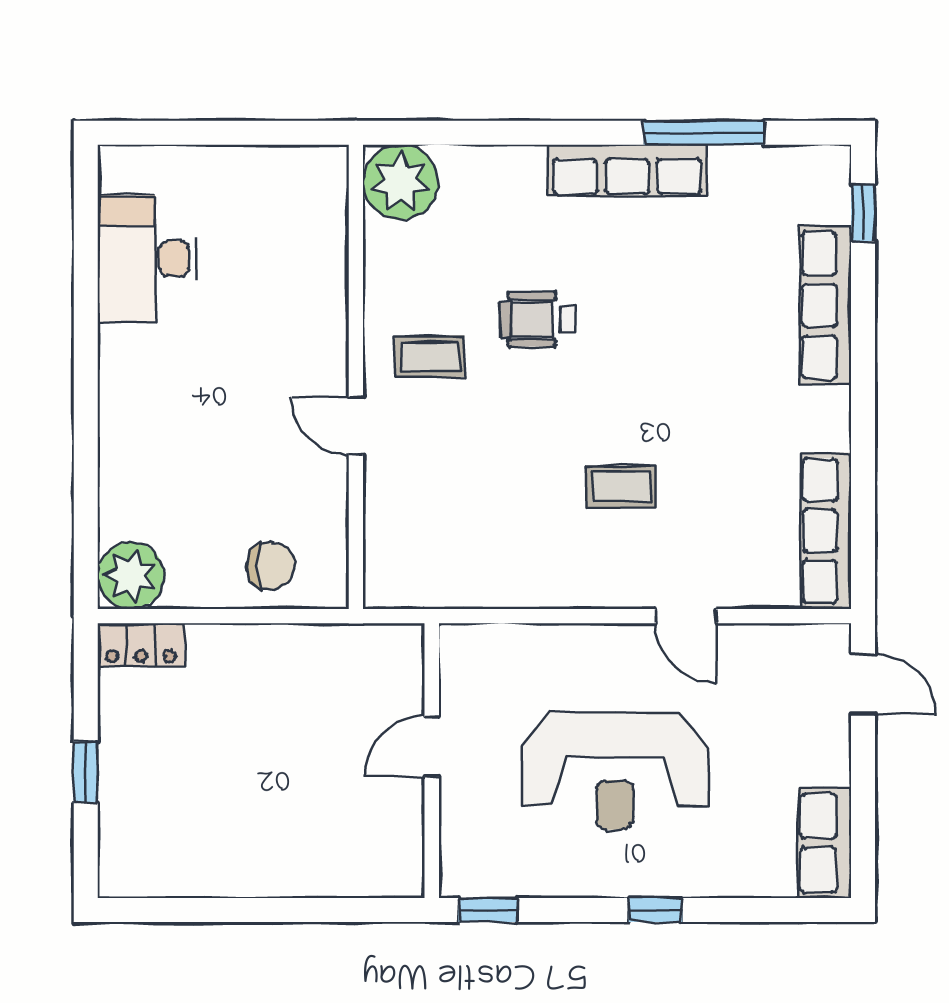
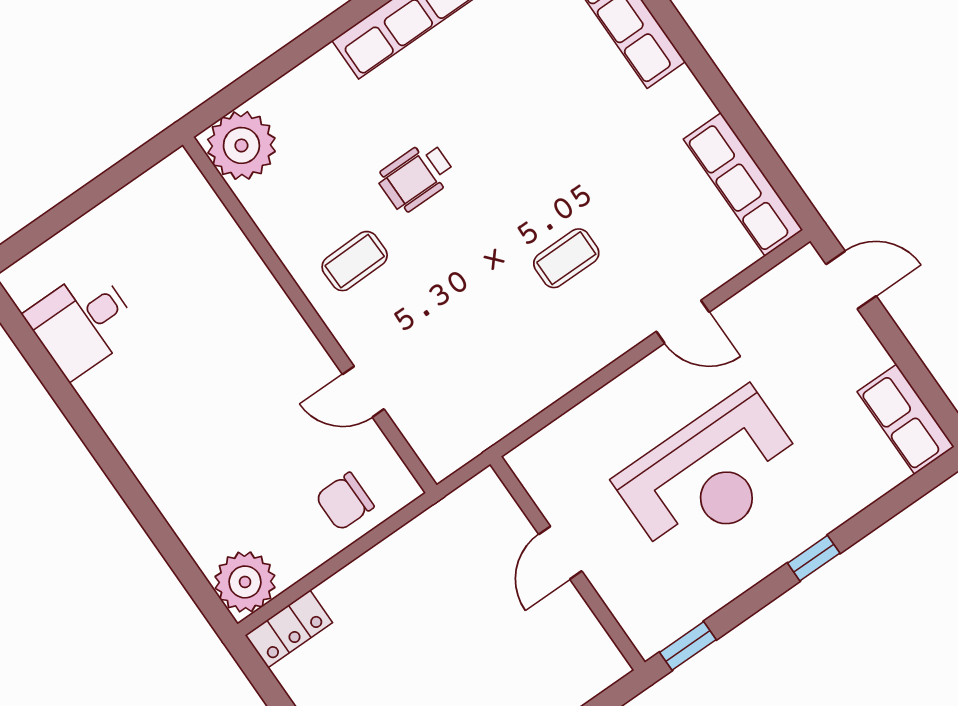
desk: (147, 259) -> (82, 323), width x0.73
door: (356, 426) -> (363, 392), moved
chair: (271, 566) -> (345, 501), turned 180

